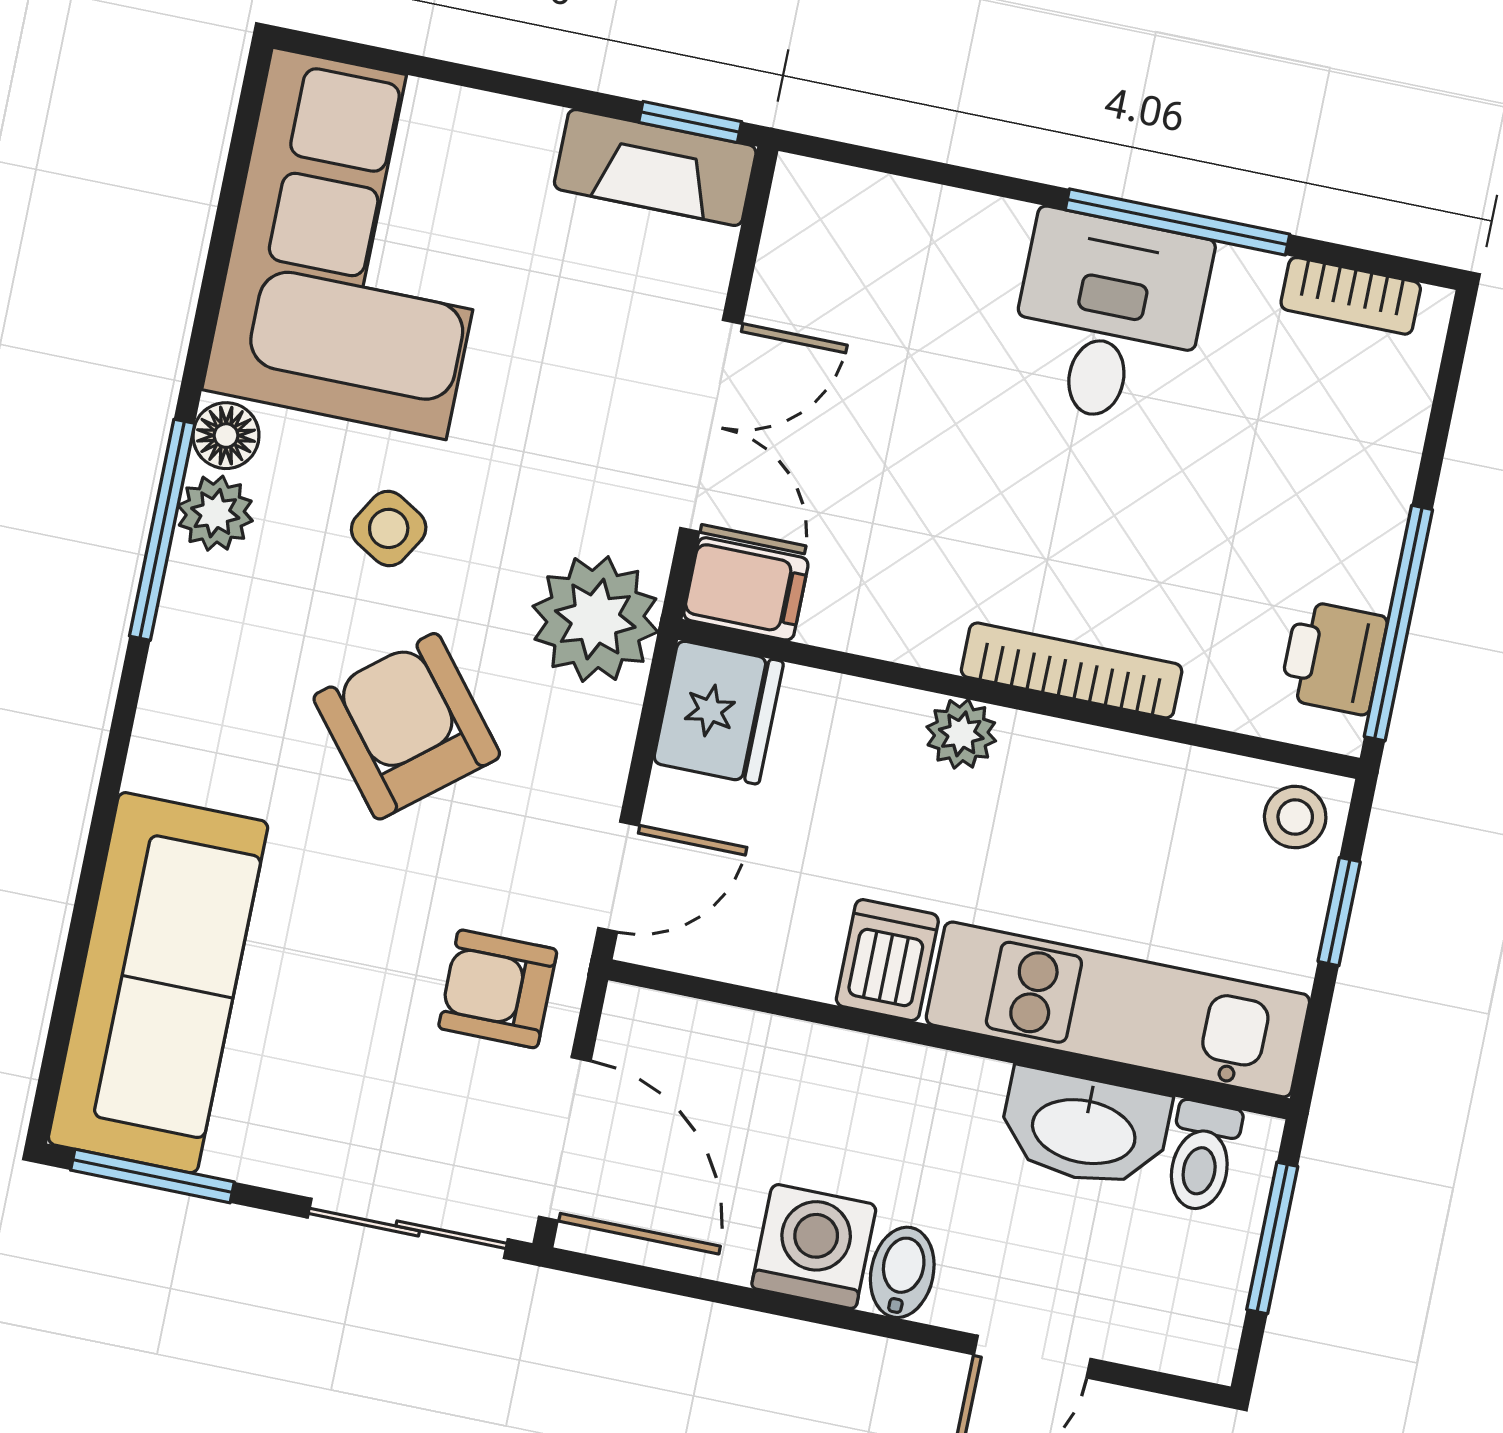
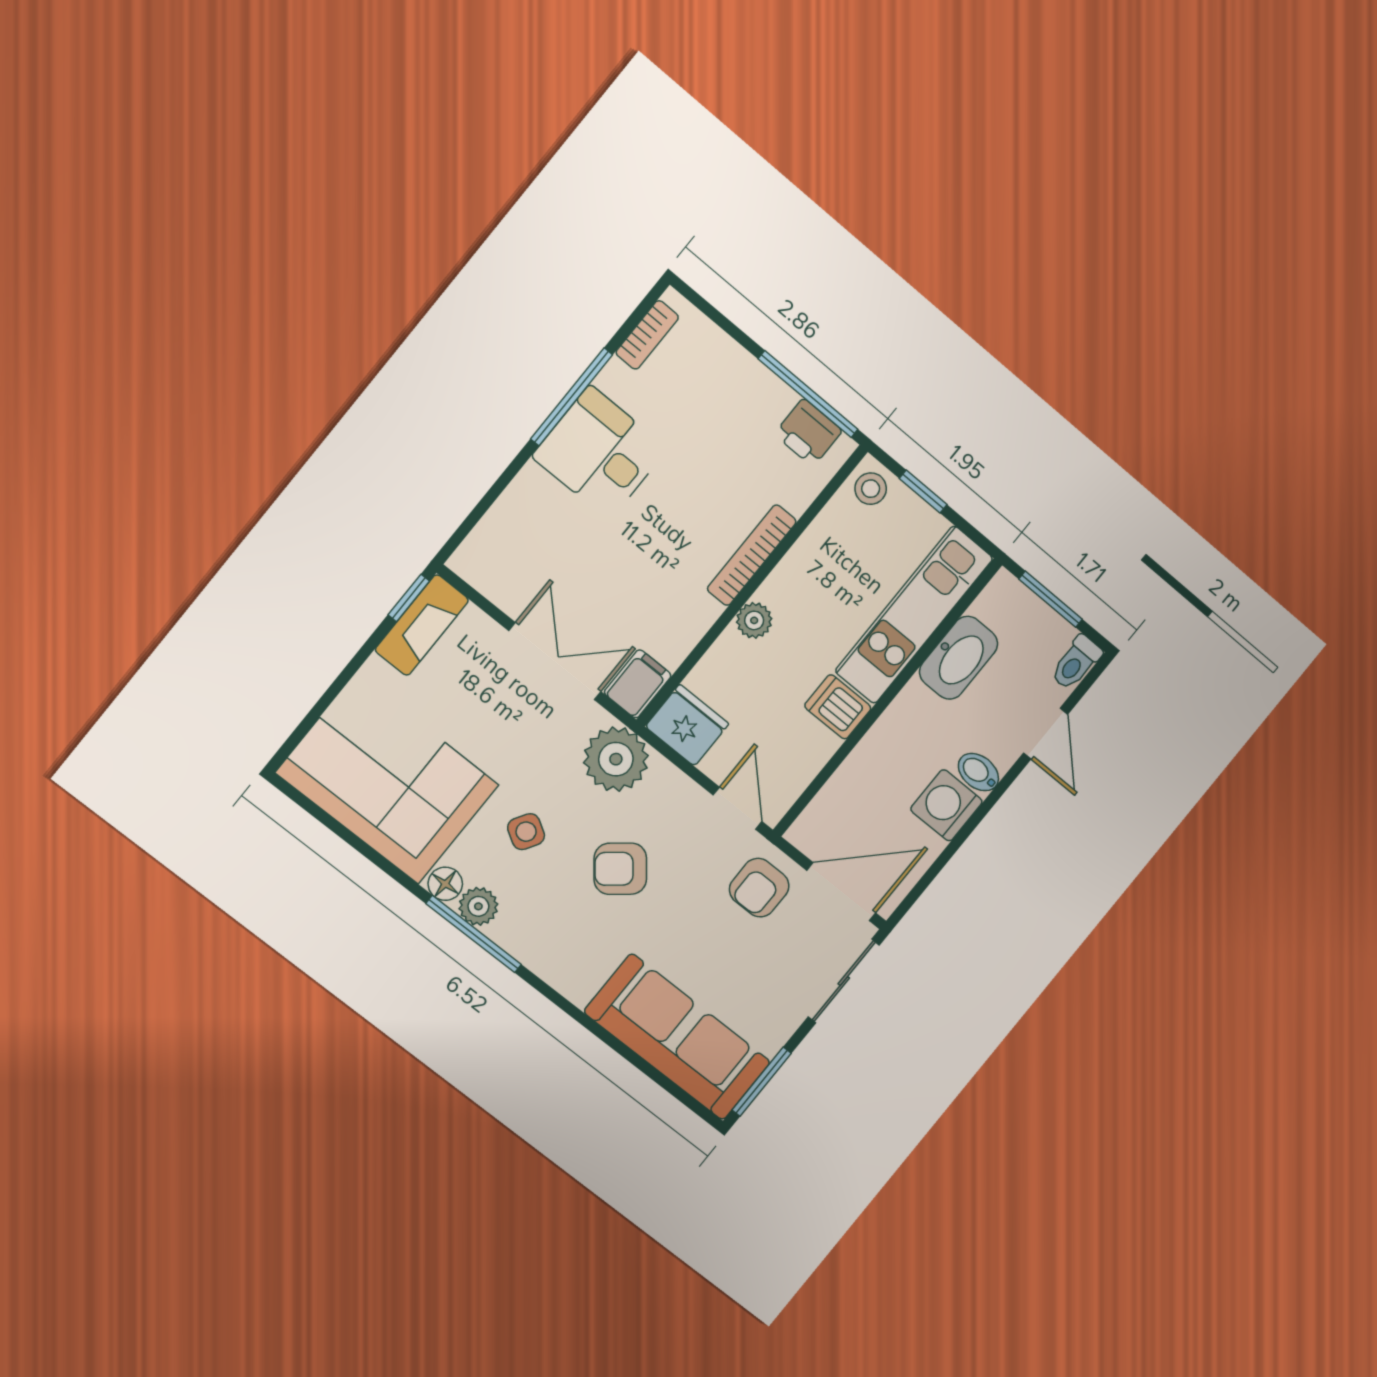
armchair: (407, 726) -> (620, 869), width x0.72, depth x0.72
toilet: (1202, 1156) -> (1076, 663), moved, turned 90

